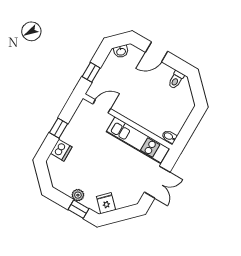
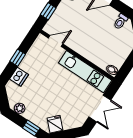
plant: (78, 195) -> (20, 108), moved

